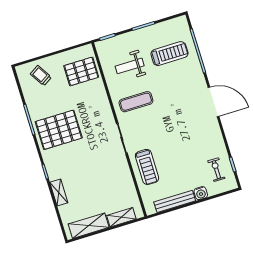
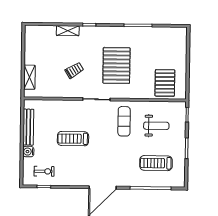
treadmill: (169, 54) -> (156, 163), turned 90
weight bench: (130, 66) -> (156, 126), turned 90
trolley: (41, 76) -> (74, 70), moved
pallet: (59, 130) -> (116, 65), moved
treadmill: (147, 167) -> (73, 139), moved
shelving: (89, 226) -> (31, 47), removed

